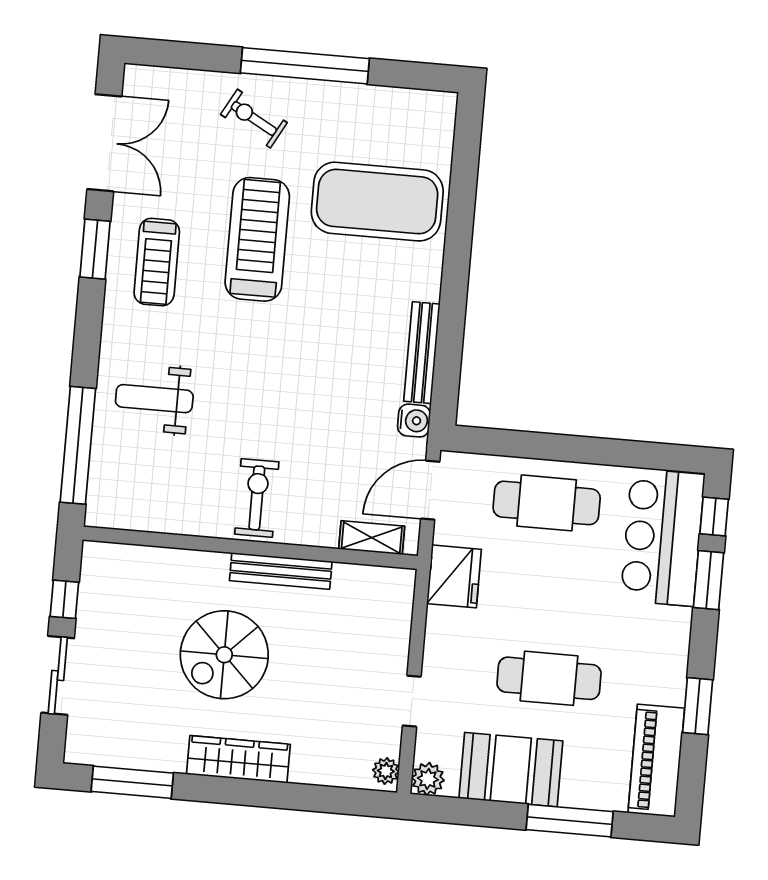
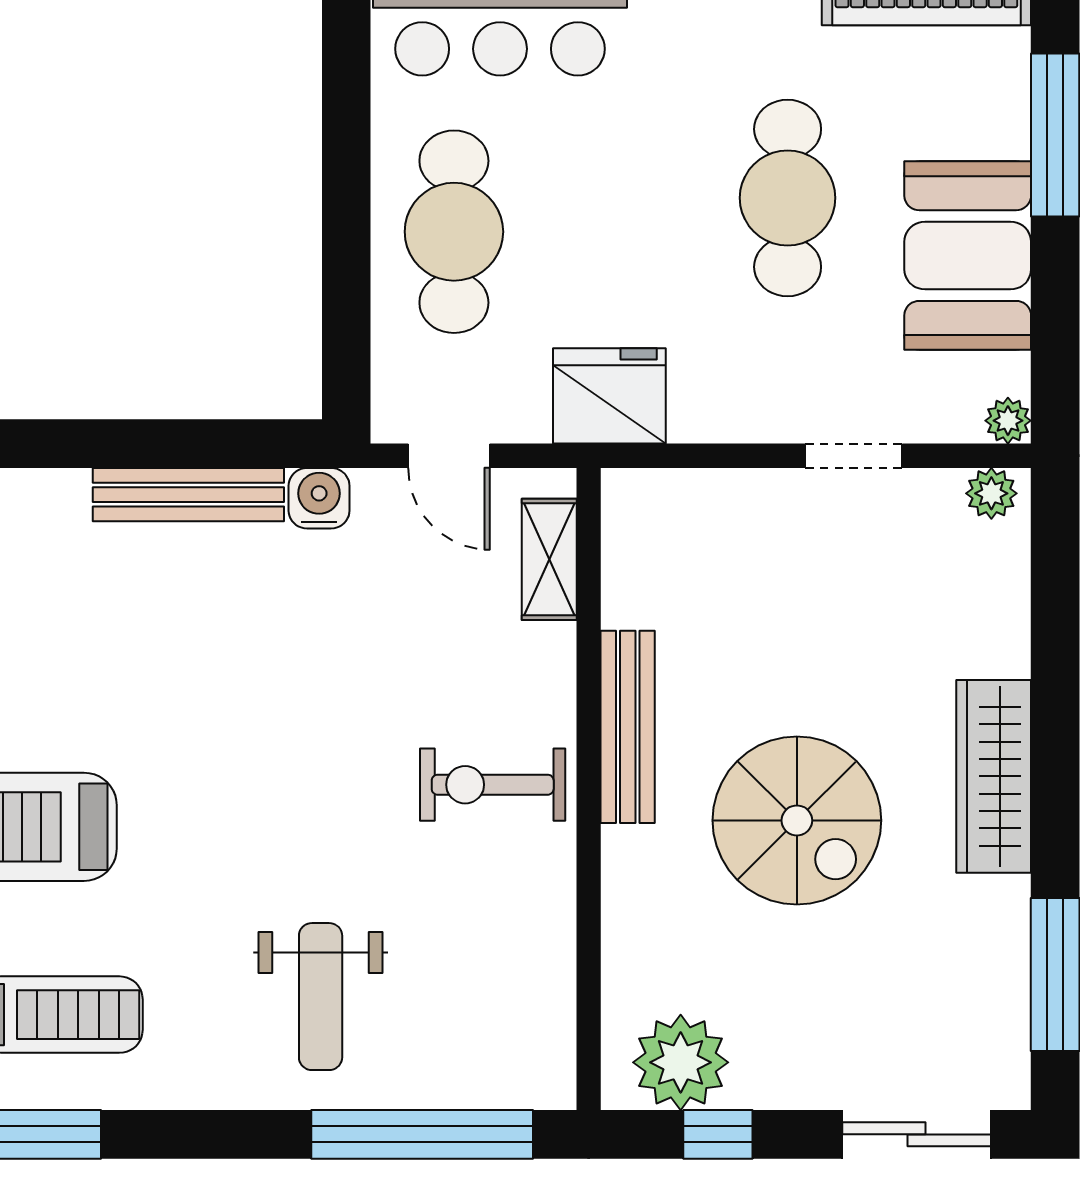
door: (430, 490) -> (449, 456), width x0.73
plant: (104, 583) -> (681, 1062), added
sliding door: (58, 675) -> (917, 1134), moved
plant: (428, 779) -> (1008, 421), width x0.73, depth x0.73

